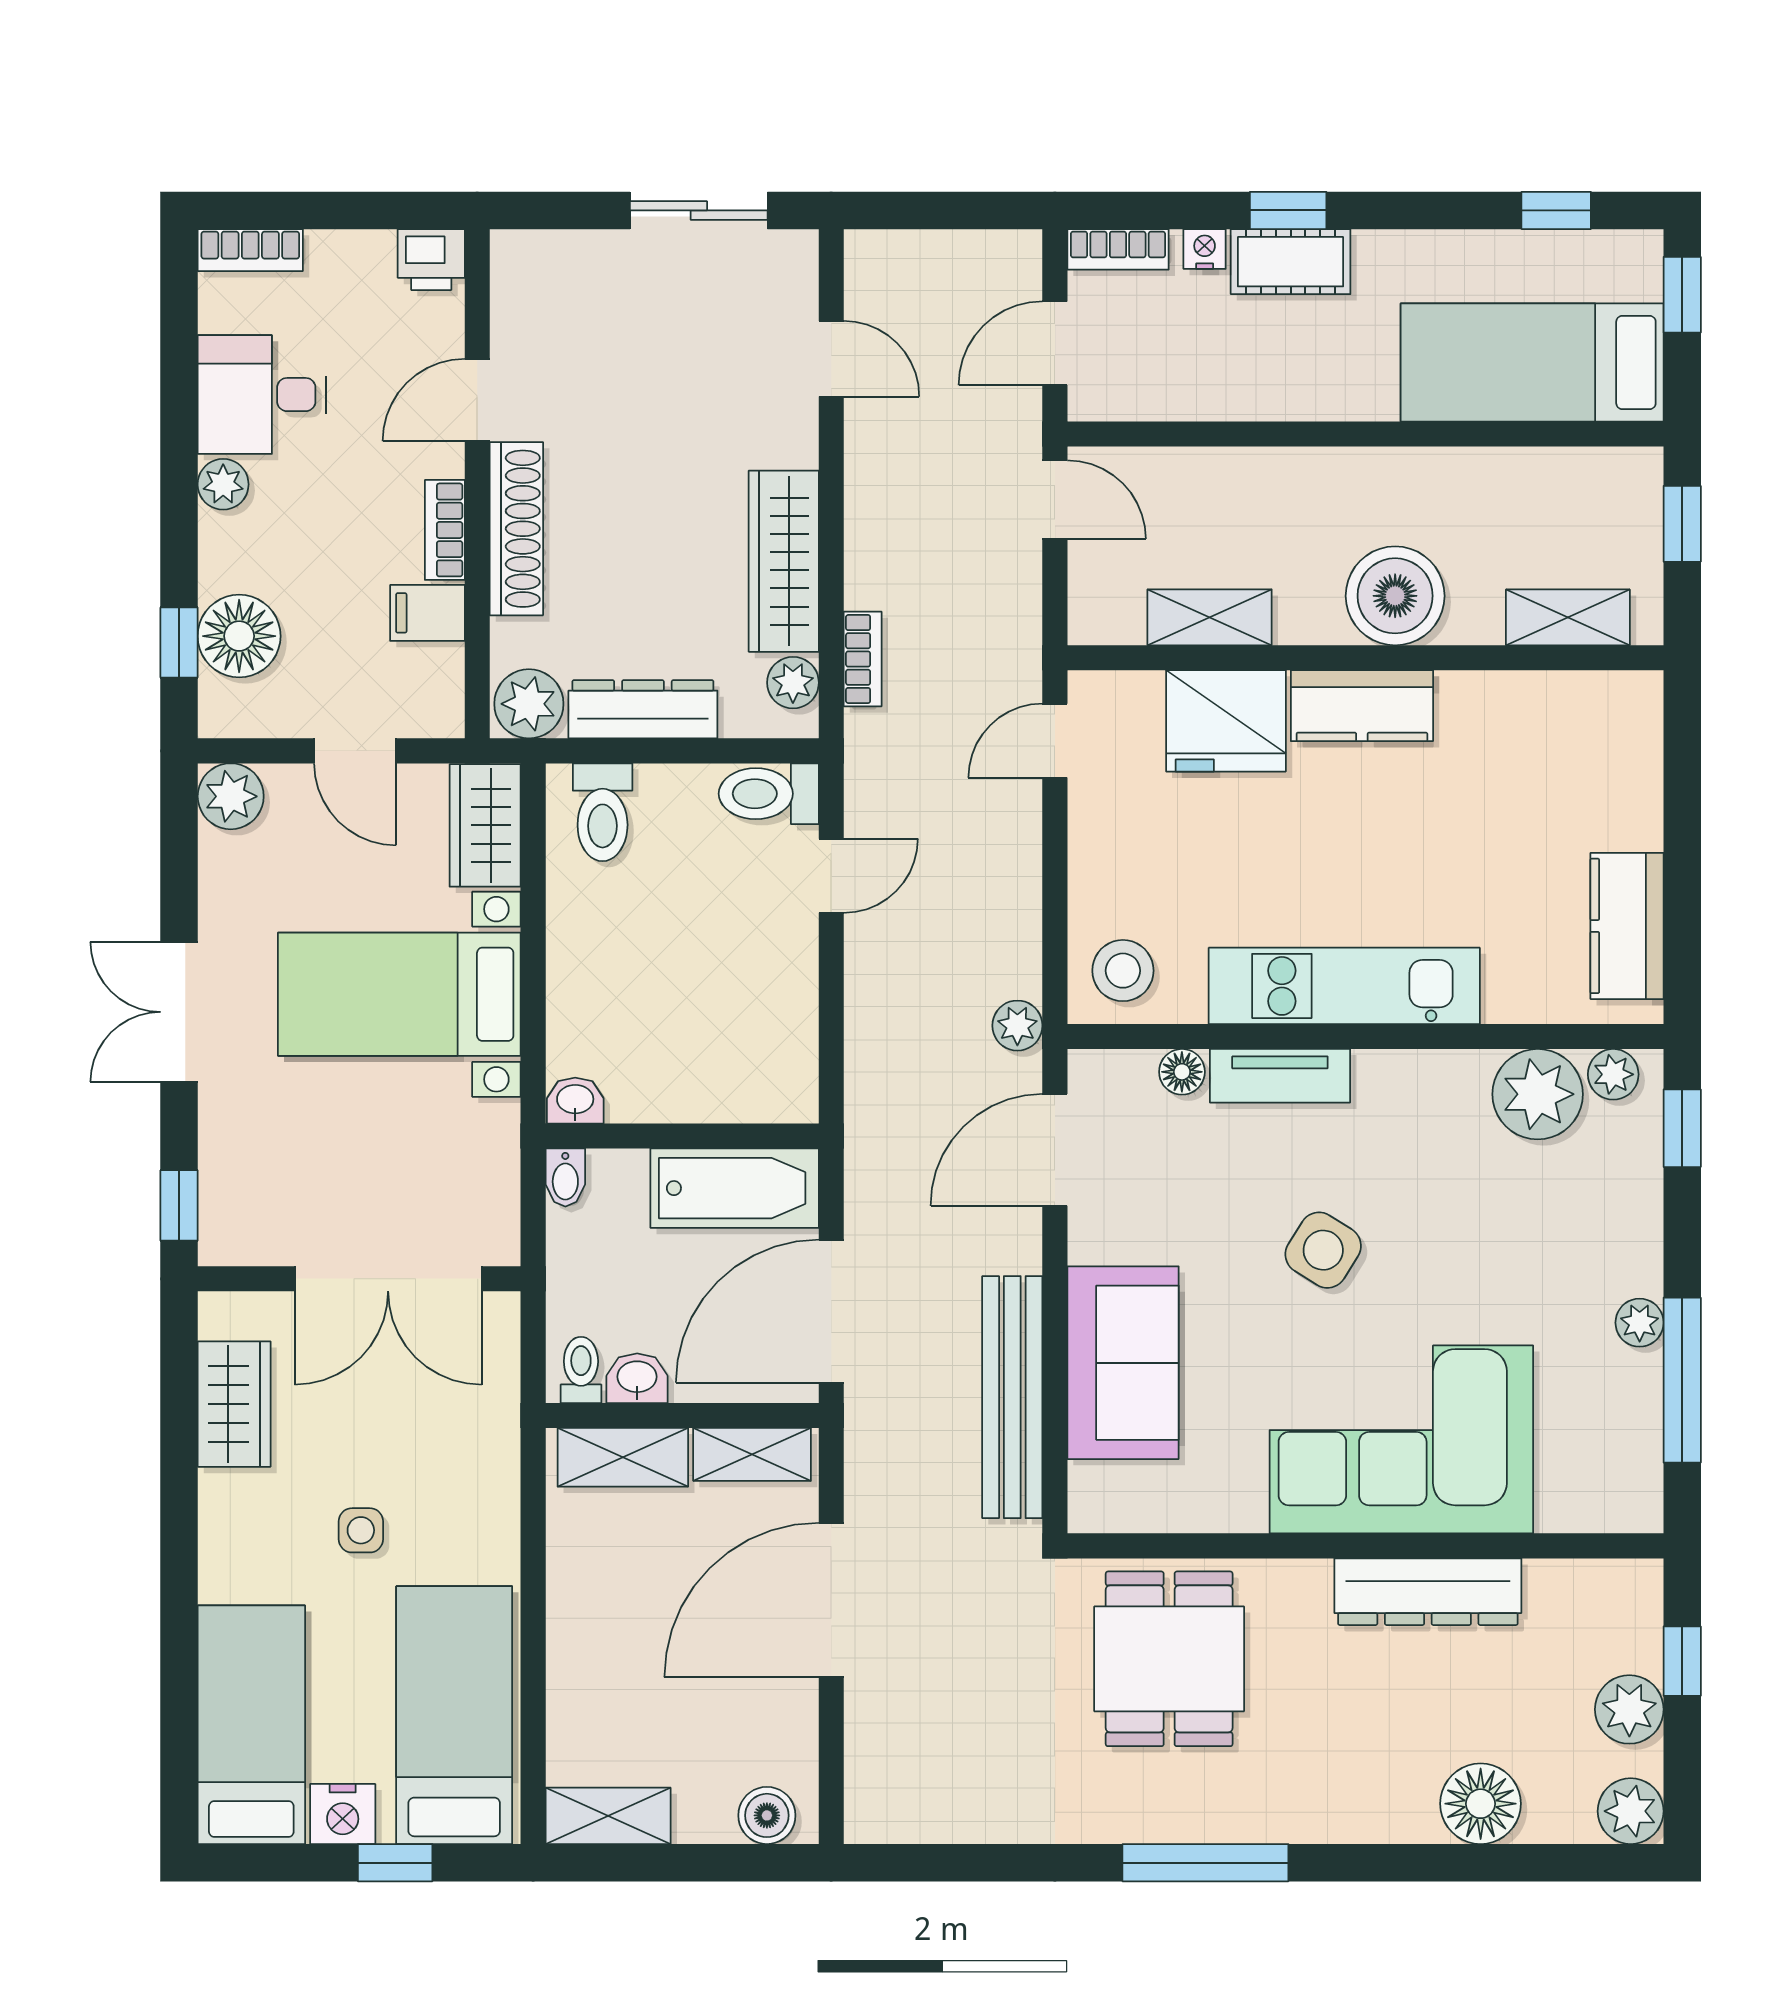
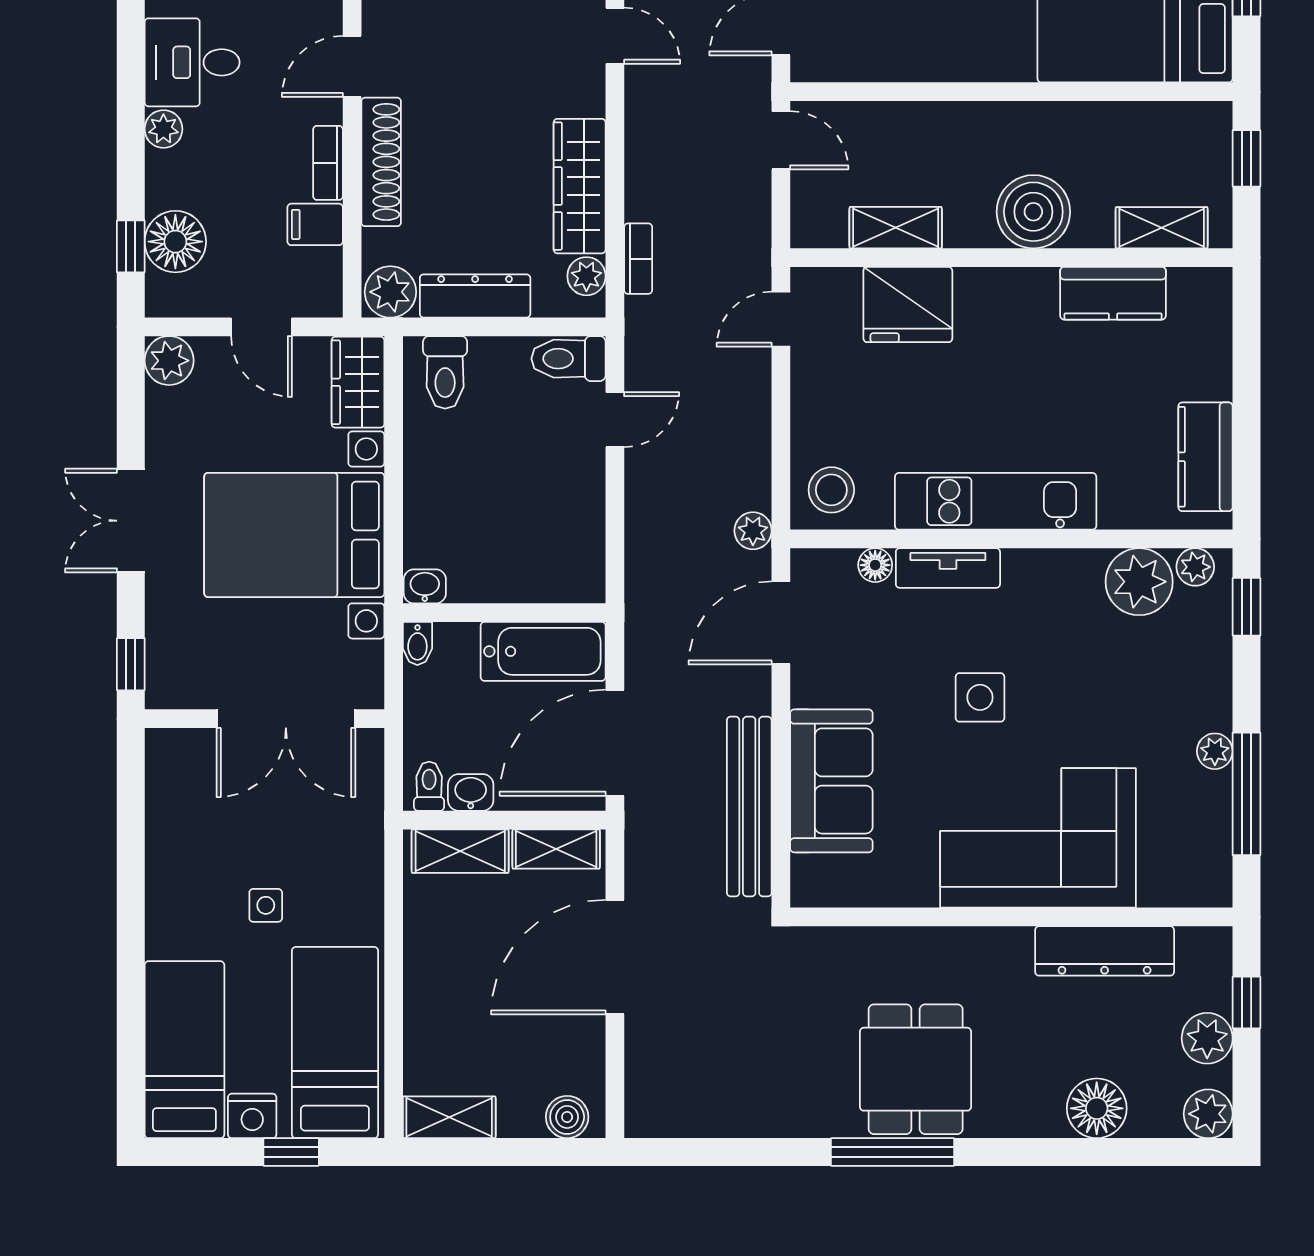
kitchen counter: (1362, 706) -> (1113, 293), moved
bed with nightstands: (399, 994) -> (294, 535), width x1.36
side table: (1323, 1250) -> (980, 697), turned -32
wardrobe: (234, 1404) -> (172, 812), removed
dresser: (1428, 1592) -> (1105, 951), moved
dining table: (1169, 1659) -> (916, 1069), moved

